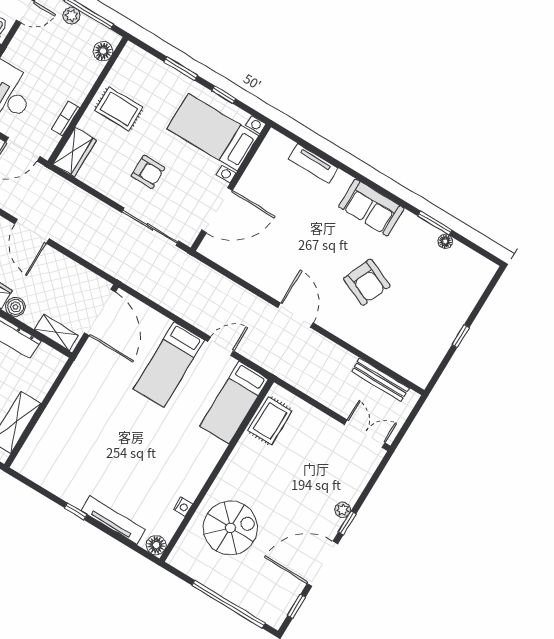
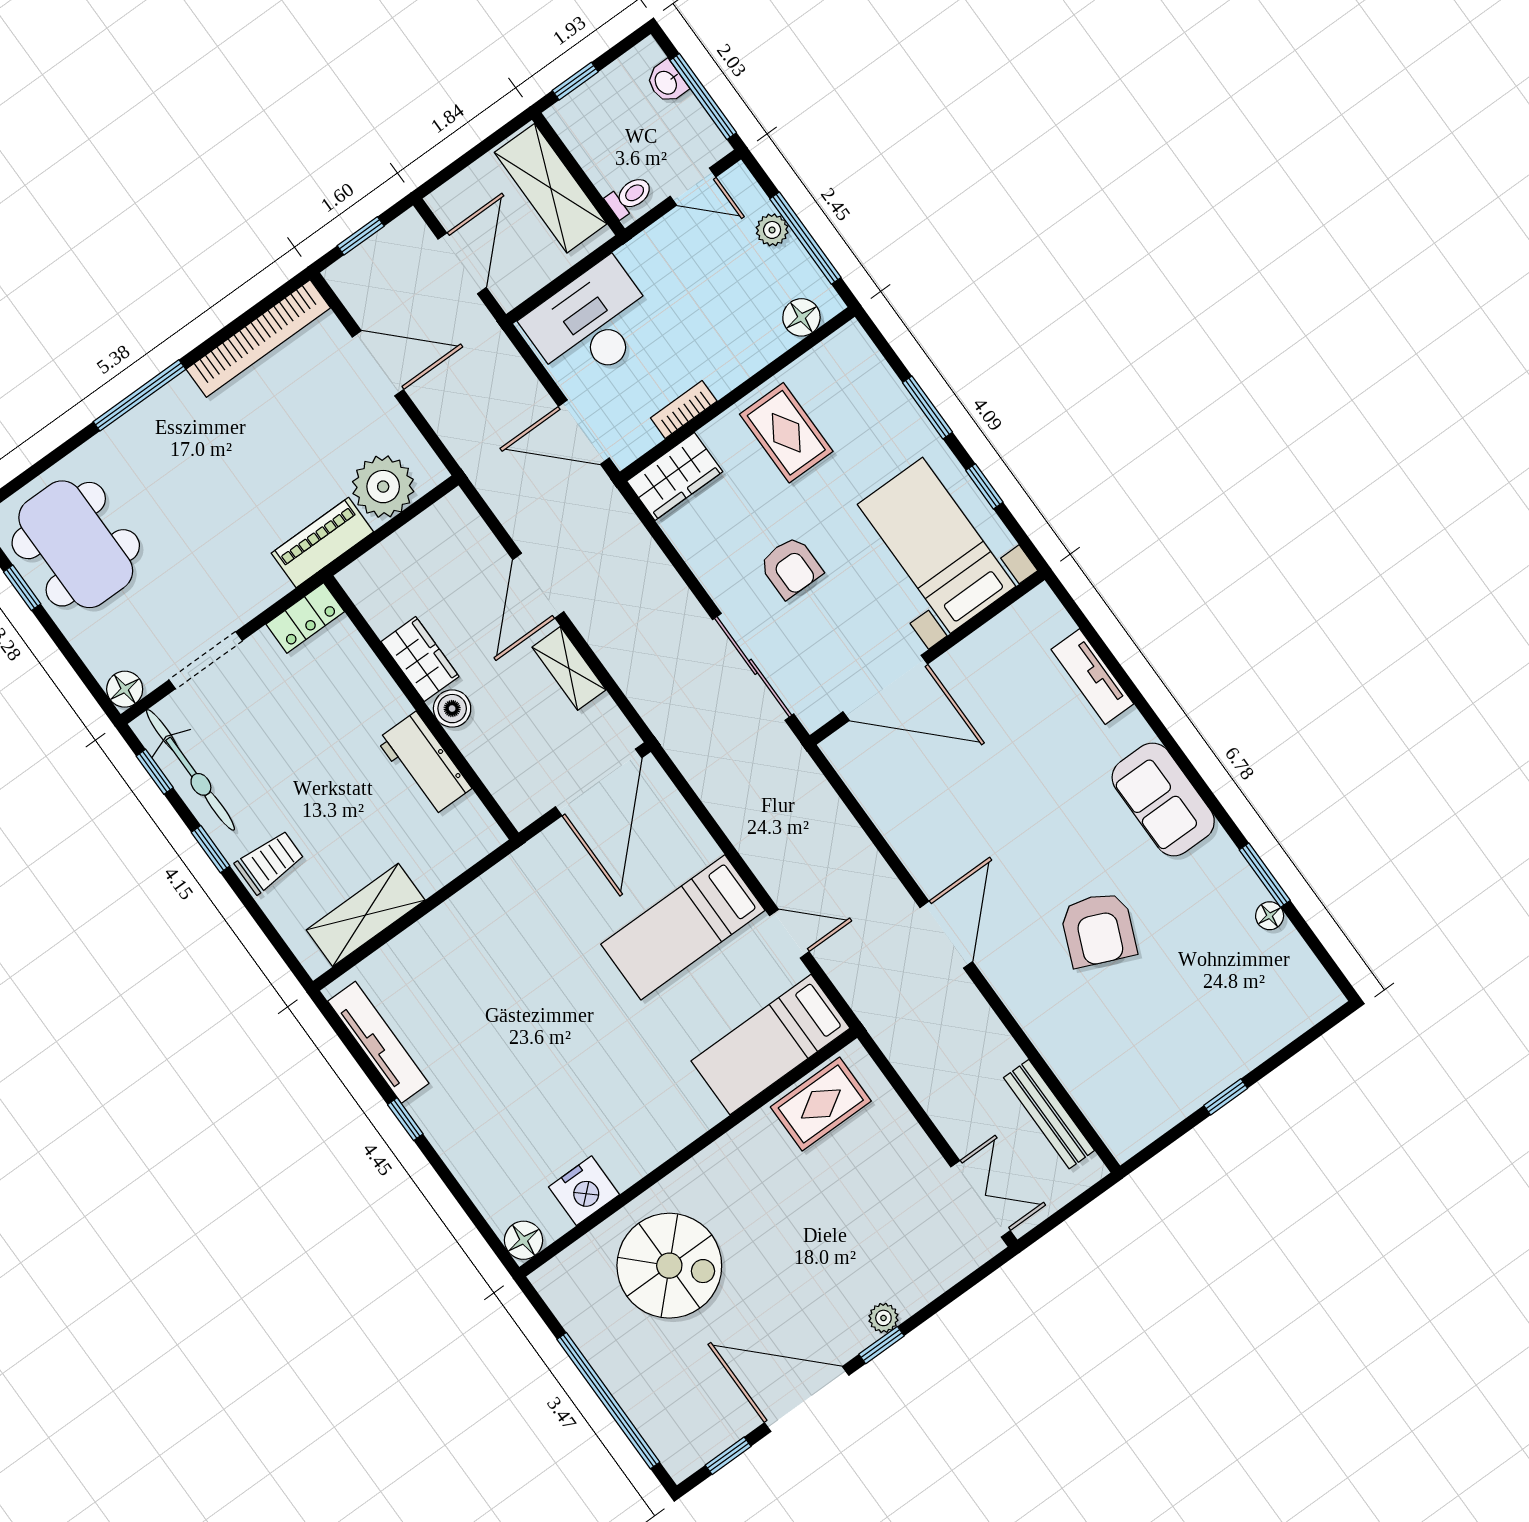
shelving: (56, 332) -> (569, 668), moved
nightstand: (183, 507) -> (584, 1191), width x1.89, depth x1.79
tv unit: (113, 520) -> (378, 1042), moved

